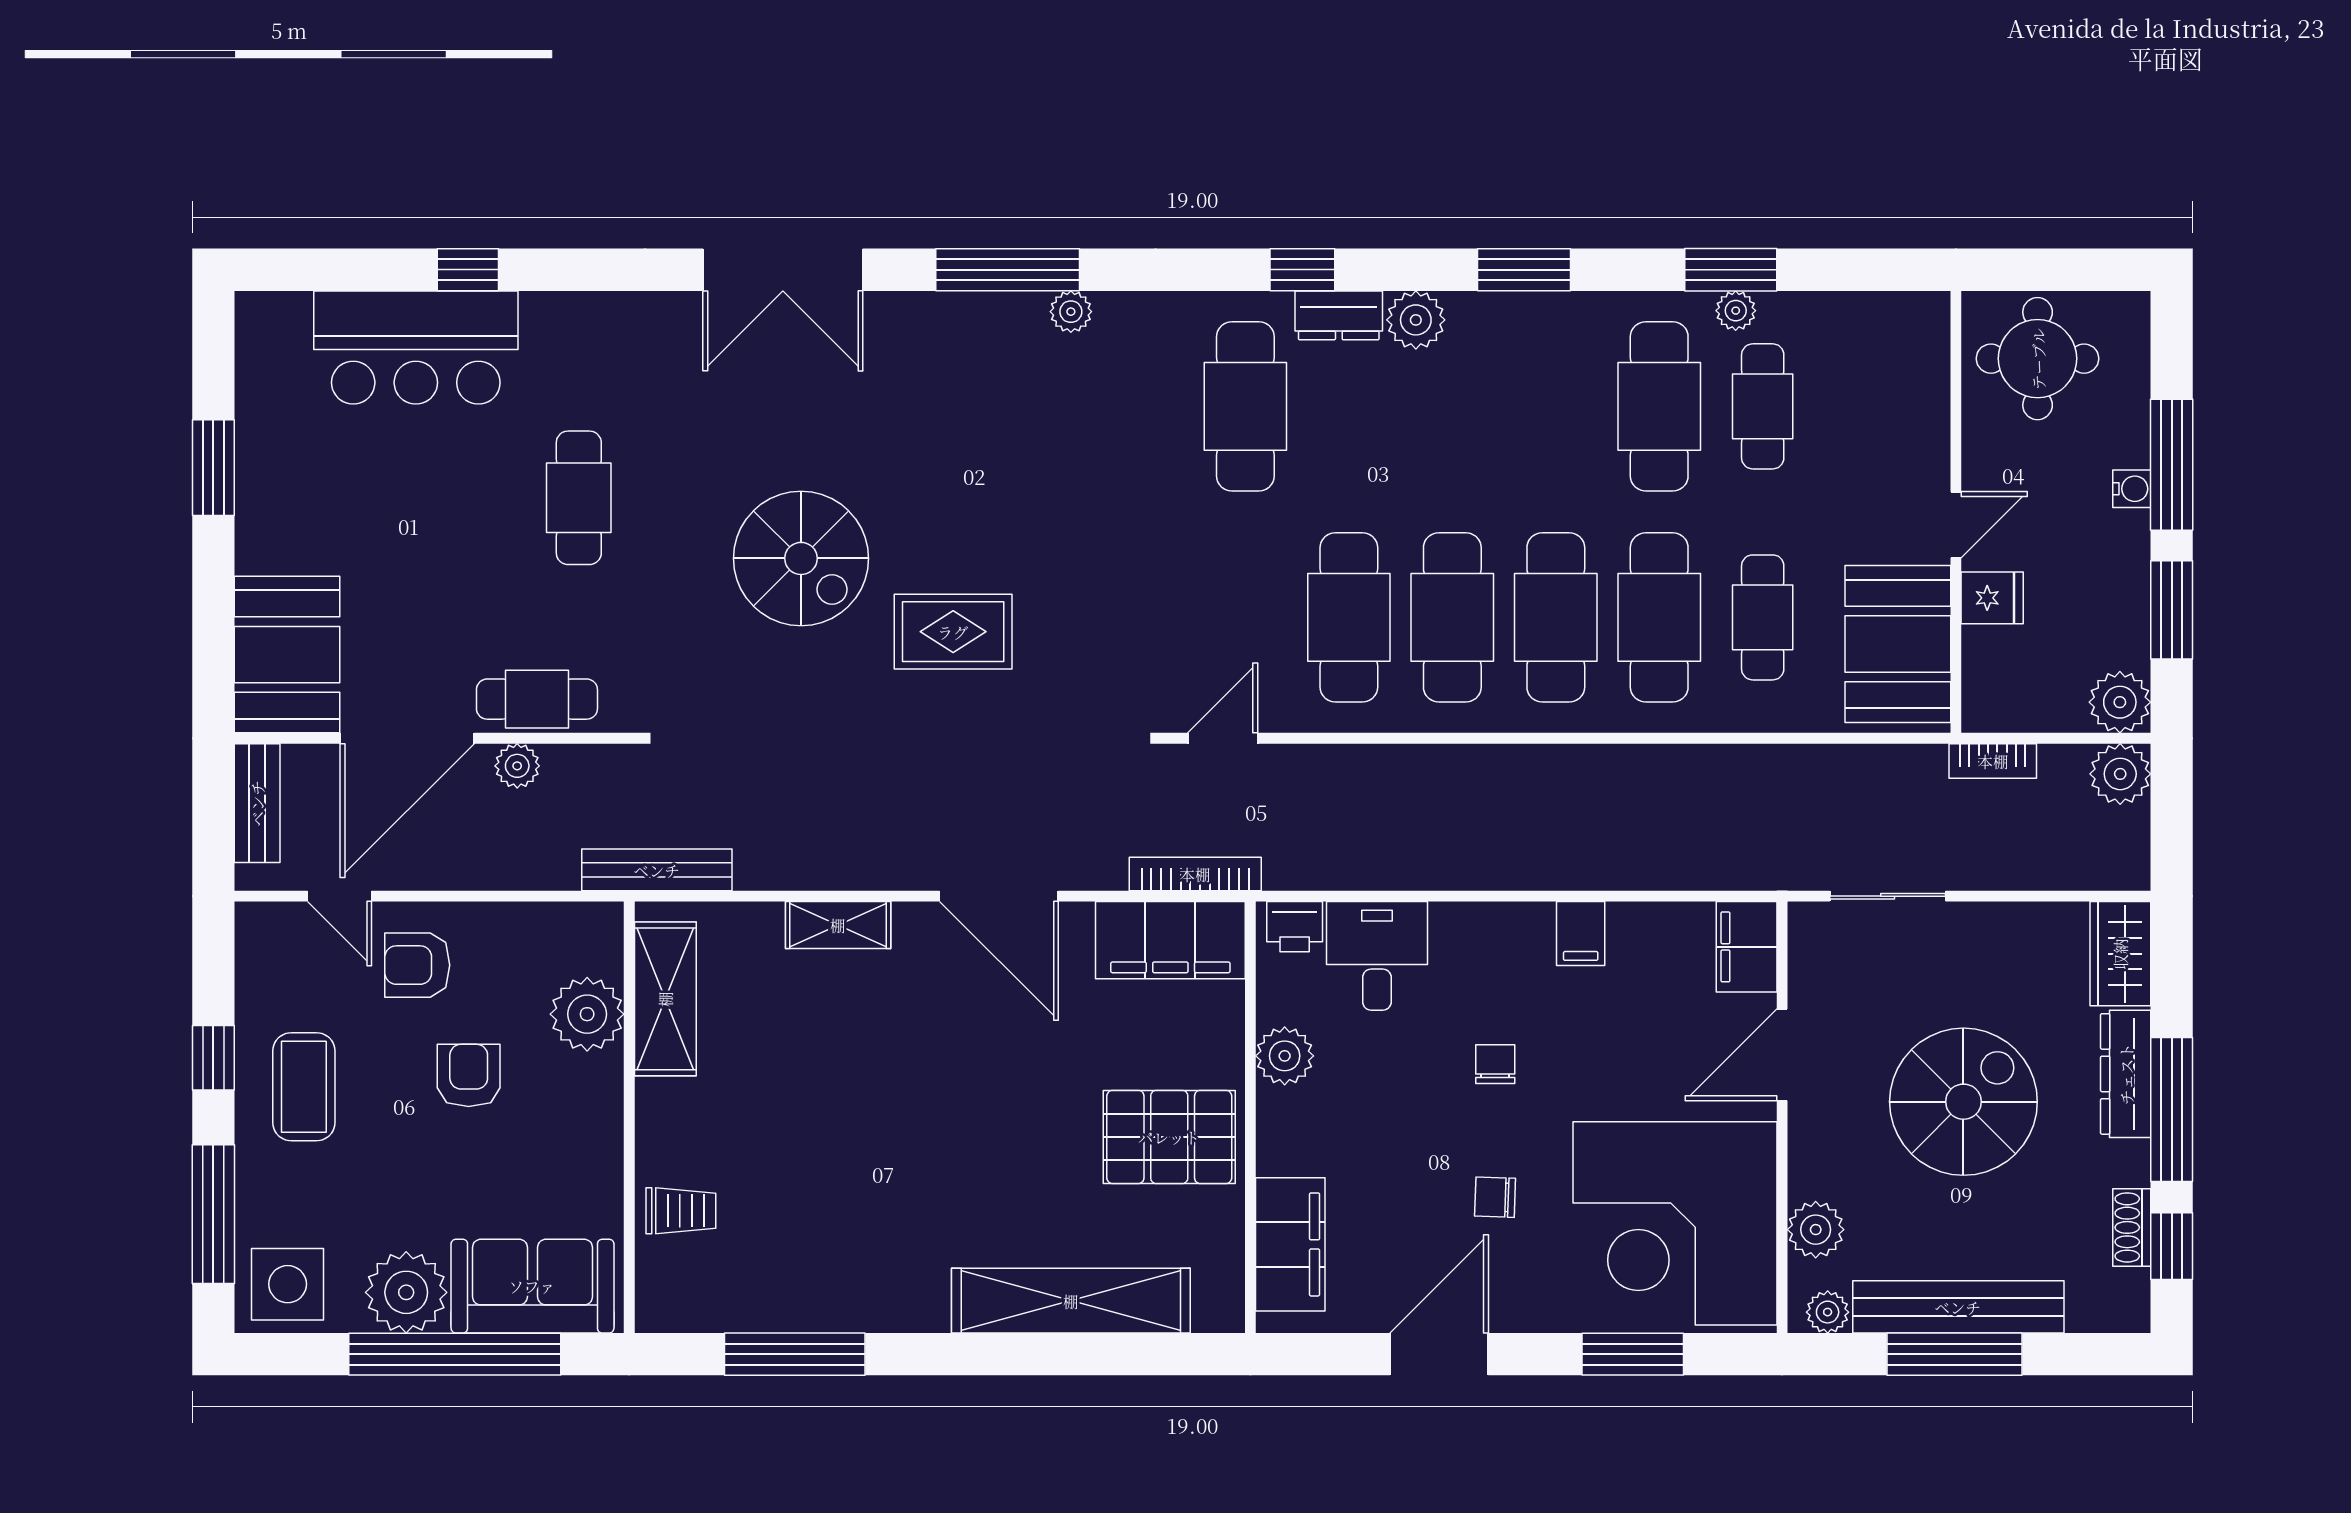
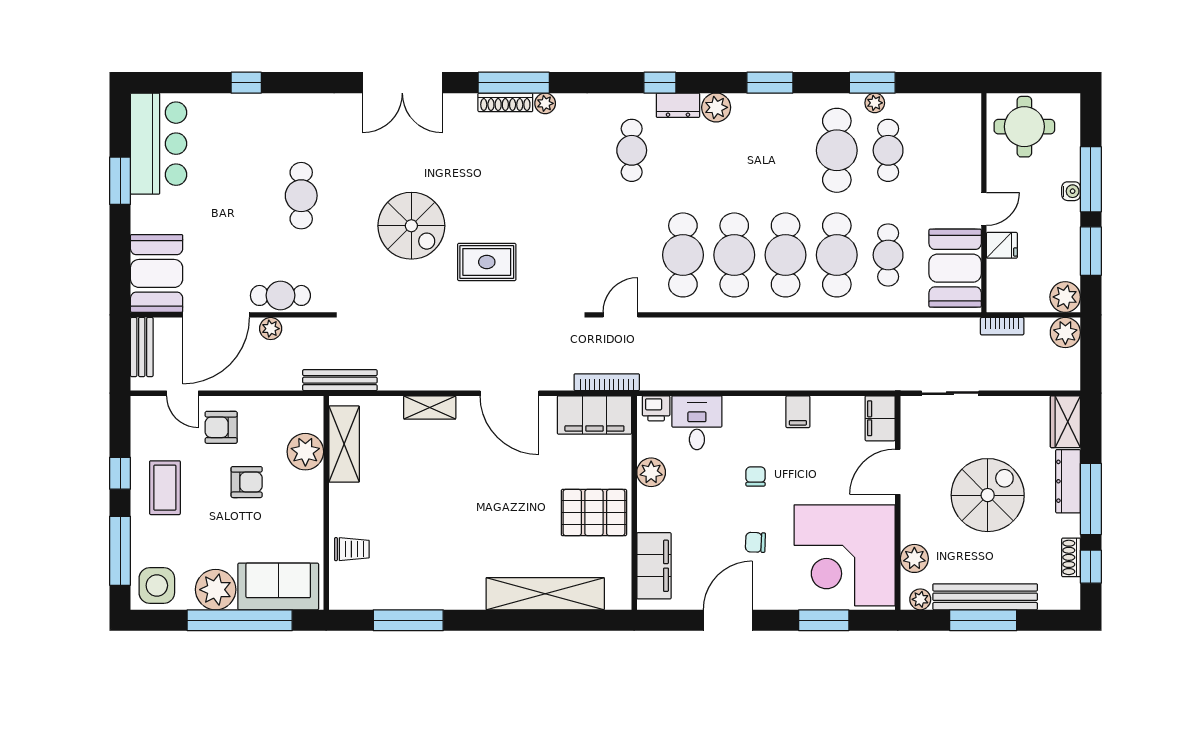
shoe rack: (991, 310) -> (505, 102), added
bar counter: (416, 347) -> (159, 144), moved, turned -90
cafe table: (1245, 406) -> (632, 150), width x0.73, depth x0.74
armchair: (469, 1075) -> (247, 482), turned 90

